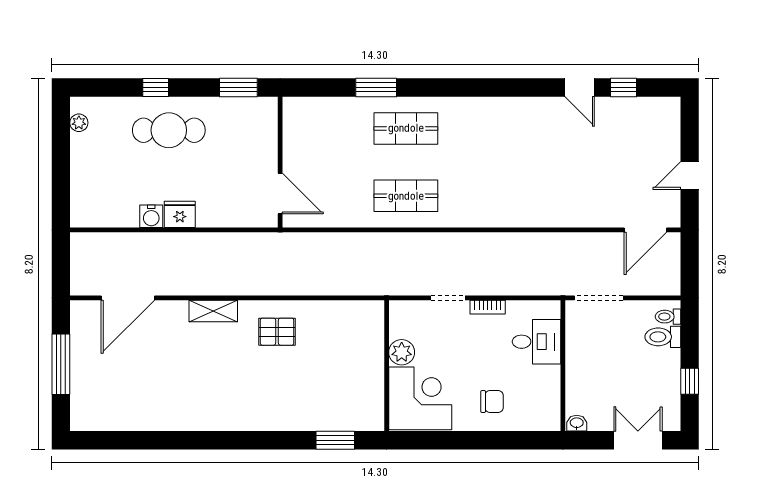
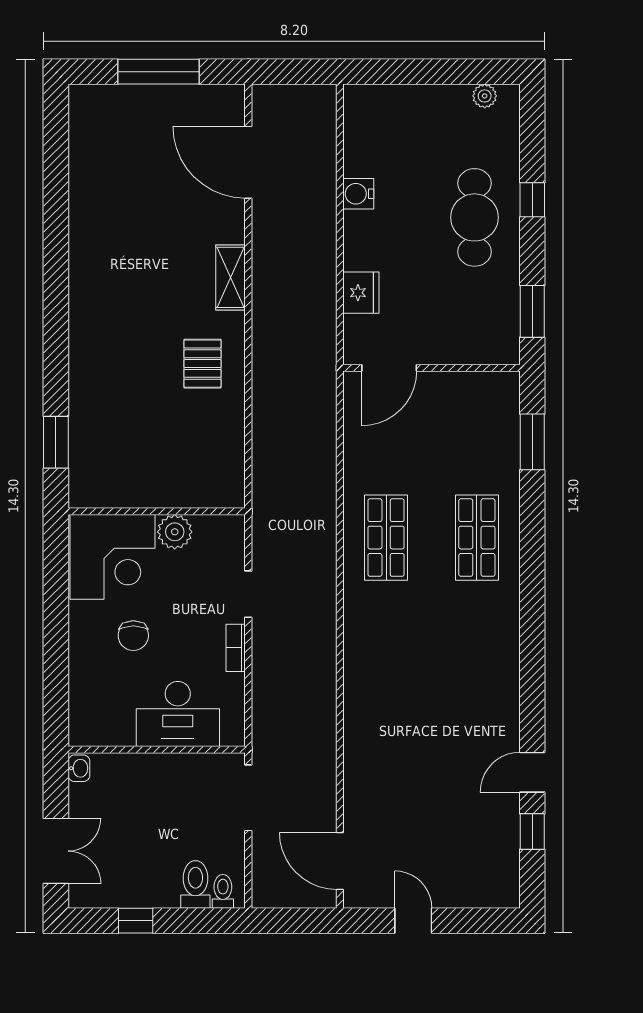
window: (376, 87) -> (532, 442), moved
fridge: (180, 214) -> (361, 293), moved
desk: (536, 342) -> (178, 714), width x1.37
chair: (492, 402) -> (133, 636), moved

